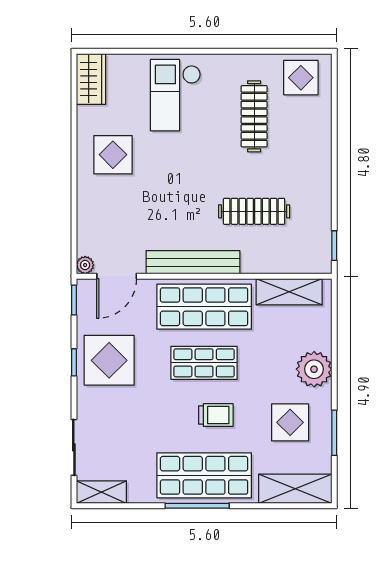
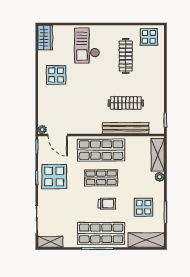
bench: (193, 262) -> (126, 128), moved
door: (117, 276) -> (58, 135), hinge flipped
shelving: (289, 292) -> (158, 155), moved, turned 90
plant: (314, 369) -> (160, 177), width x0.53, depth x0.53

